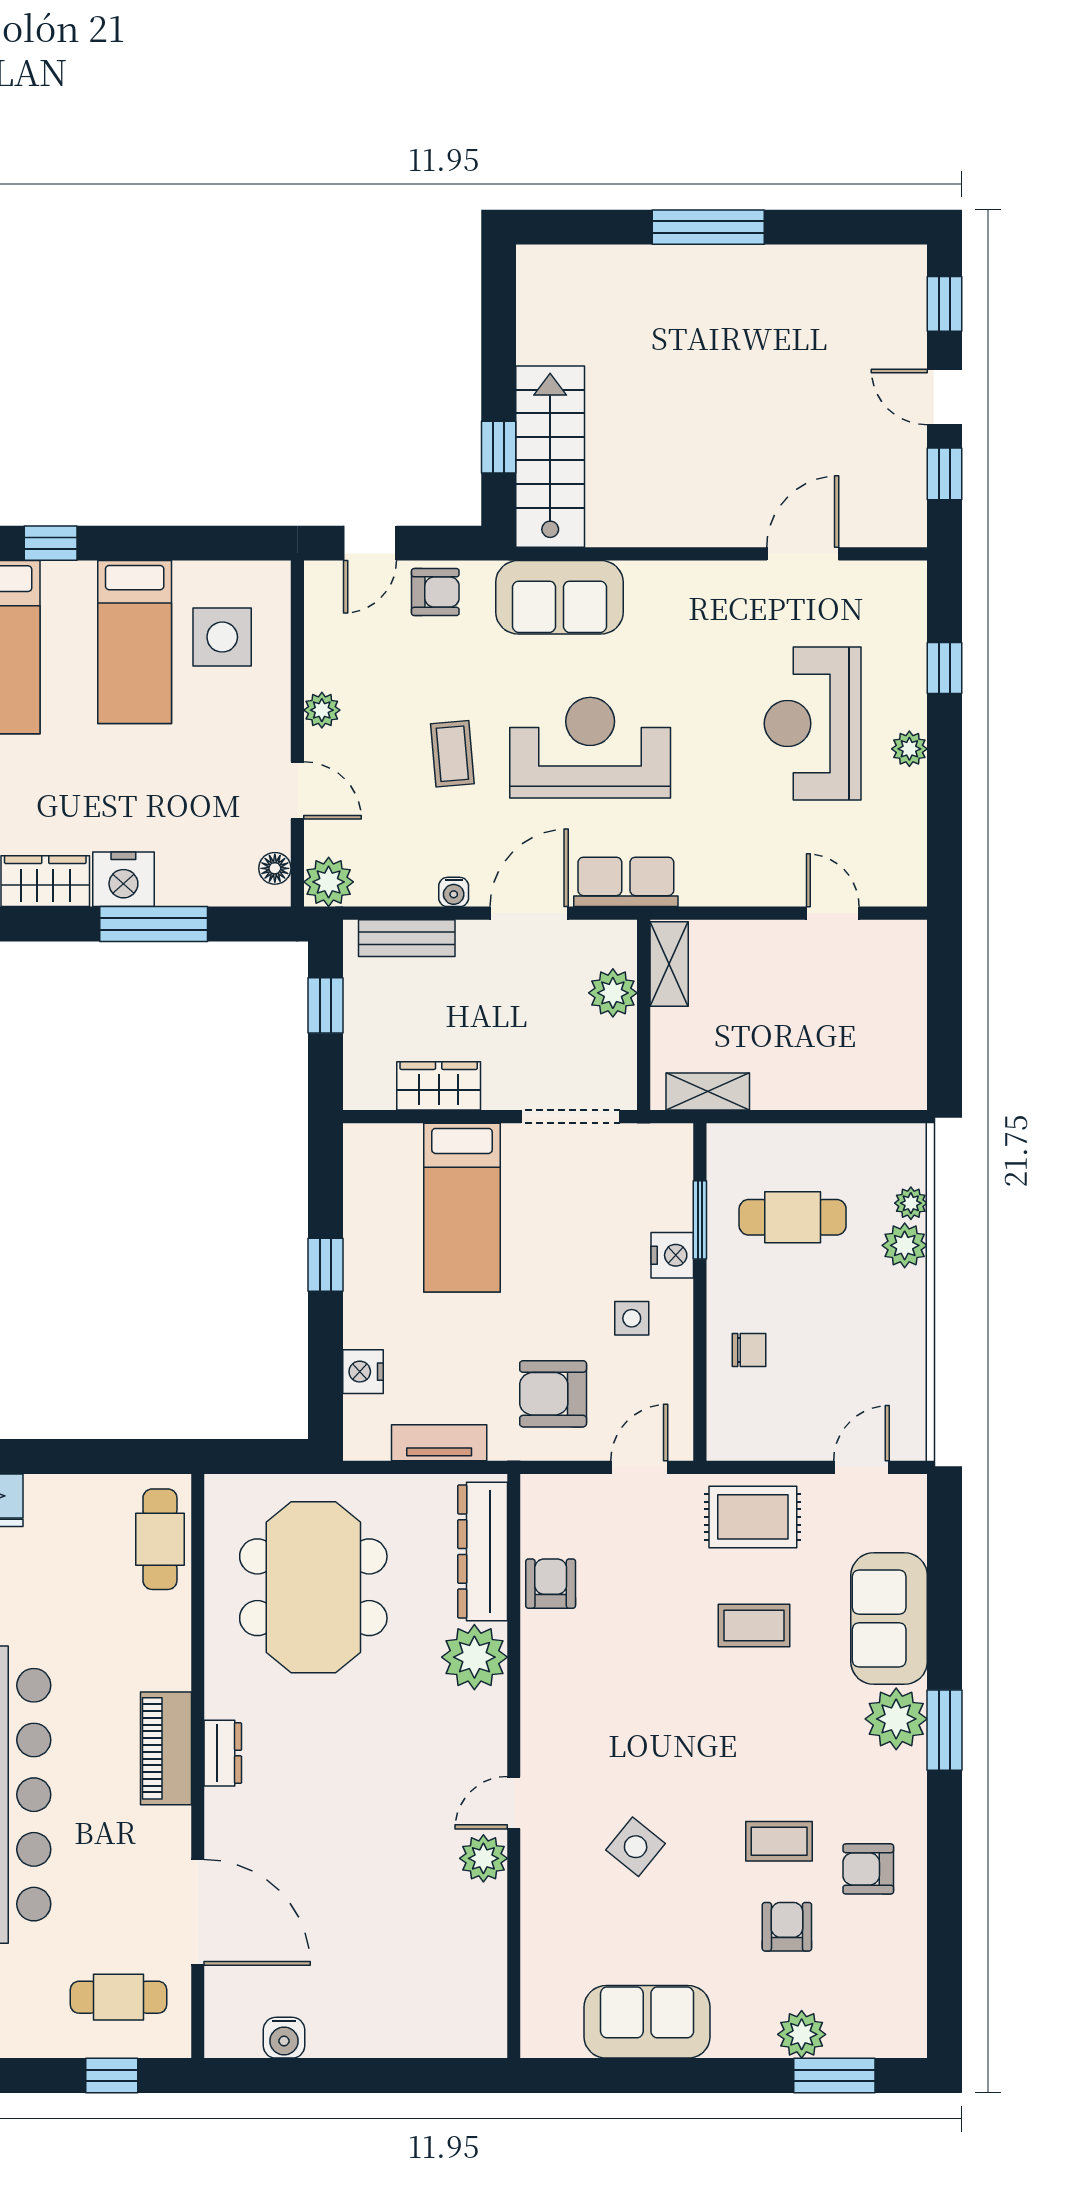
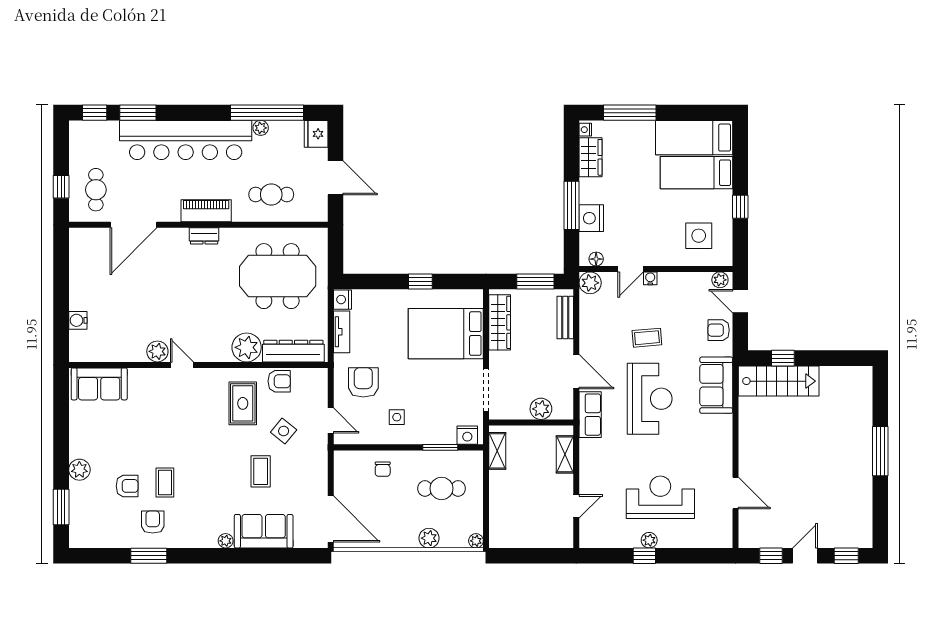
window: (51, 543) -> (740, 207), moved
armchair: (435, 592) -> (719, 330), turned 90
bed: (135, 642) -> (696, 173), moved
window: (944, 668) -> (644, 556), moved
plant: (322, 710) -> (720, 280), moved
nightstand: (123, 879) -> (591, 218), moved
water cooler: (454, 892) -> (650, 278), moved, turned 90
shelving: (669, 964) -> (565, 454), moved, turned 90
window: (325, 1005) -> (535, 281), width x1.50
wardrobe: (439, 1086) -> (500, 322), width x1.50
plant: (911, 1203) -> (476, 541), moved
bed: (462, 1208) -> (446, 334), width x1.50
cafe table: (793, 1217) -> (442, 488), turned 90
nightstand: (672, 1255) -> (467, 435), moved
nightstand: (363, 1372) -> (343, 300), moved, turned -90
door: (92, 1457) -> (335, 178), added
door: (861, 1467) -> (331, 519), width x1.87
rug: (753, 1517) -> (243, 403), moved
cafe table: (160, 1539) -> (271, 195), moved
plant: (896, 1719) -> (226, 541), width x0.53, depth x0.53
window: (944, 1730) -> (149, 556), moved
side table: (636, 1847) -> (284, 431), moved
sofa: (647, 2022) -> (99, 384), moved, turned 90
plant: (802, 2034) -> (79, 470), moved
water cooler: (284, 2038) -> (78, 320), moved

